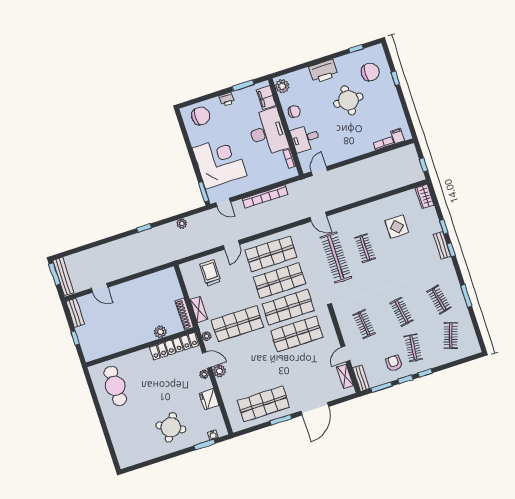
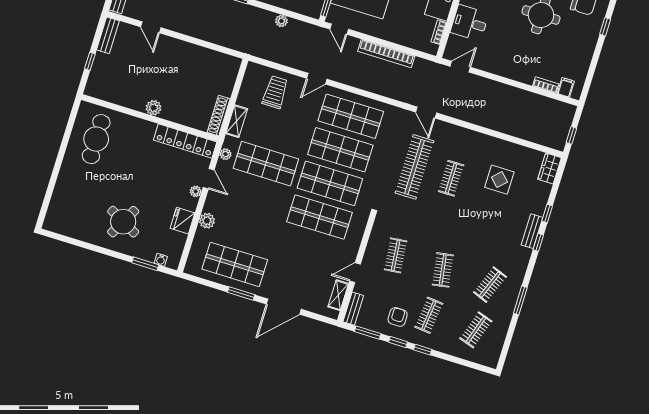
clothes rail: (439, 300) -> (490, 285), turned 33
plant: (160, 332) -> (154, 108), moved
plant: (220, 371) -> (207, 221), moved

